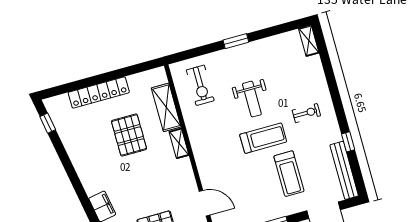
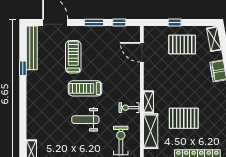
weight bench: (252, 99) -> (85, 120), turned -90
exercise bike: (306, 113) -> (129, 108), moved
pallet: (129, 135) -> (184, 118), turned 90

